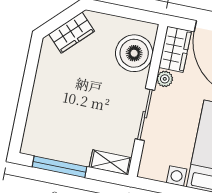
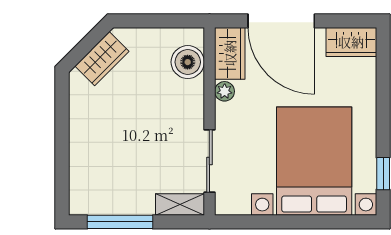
boiler: (134, 53) -> (188, 62), width x0.73, depth x0.73
sliding door: (145, 115) -> (209, 161), moved

